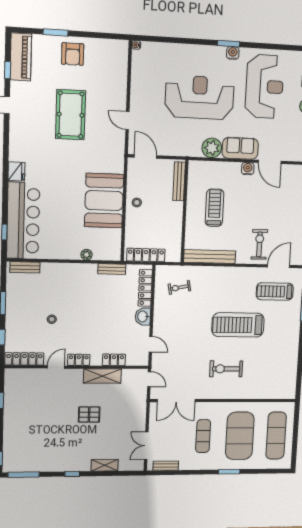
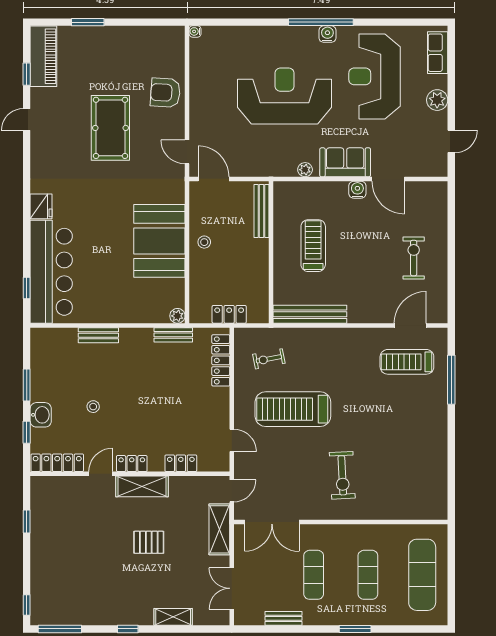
window: (229, 44) -> (321, 22), width x2.11
armchair: (73, 54) -> (165, 93), moved, turned 94
reception desk: (265, 86) -> (375, 76), turned 180
door: (127, 121) -> (187, 152), moved
plant: (212, 148) -> (305, 170), width x0.53, depth x0.53
exercise bike: (259, 244) -> (414, 258), moved
plant: (87, 255) -> (177, 316), moved
locker: (146, 255) -> (229, 314), width x0.66
bench: (25, 267) -> (98, 335), moved
washbasin: (143, 316) -> (41, 415), moved, turned 180
treadmill: (238, 325) -> (293, 409), moved
exercise bike: (226, 369) -> (342, 475), turned -93
shelving: (102, 376) -> (142, 486), moved
door: (149, 379) -> (232, 491), hinge flipped
shelving: (139, 406) -> (219, 529), added
exercise mat: (240, 436) -> (368, 575), width x0.50, depth x0.69
bench: (166, 466) -> (284, 618), moved

